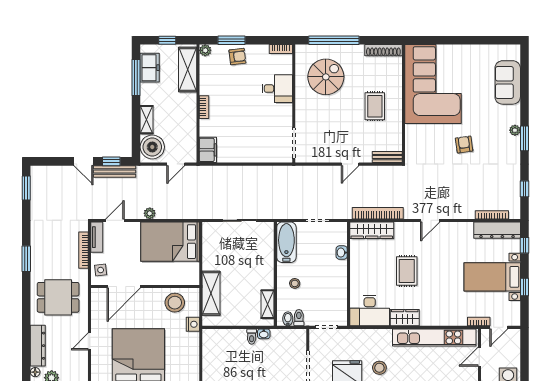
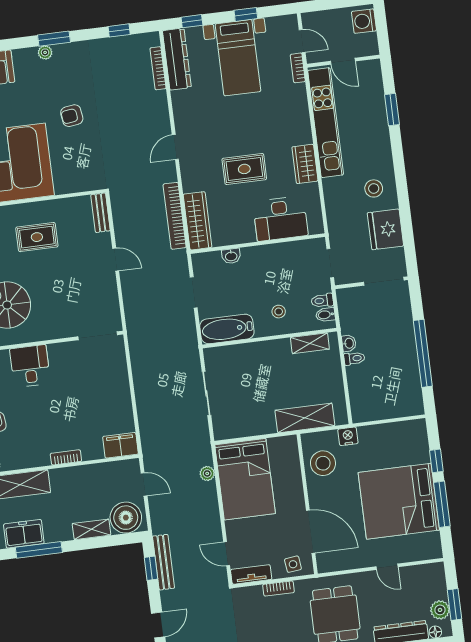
door: (83, 161) -> (158, 625), moved
plant: (150, 213) -> (207, 473), moved
door: (430, 220) -> (175, 147), swing flipped
bookcase: (83, 250) -> (278, 588), width x0.64
desk: (370, 311) -> (280, 219), moved, turned 90

